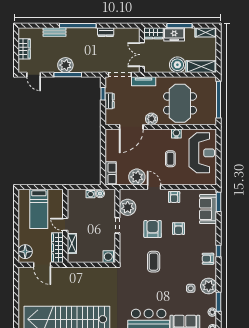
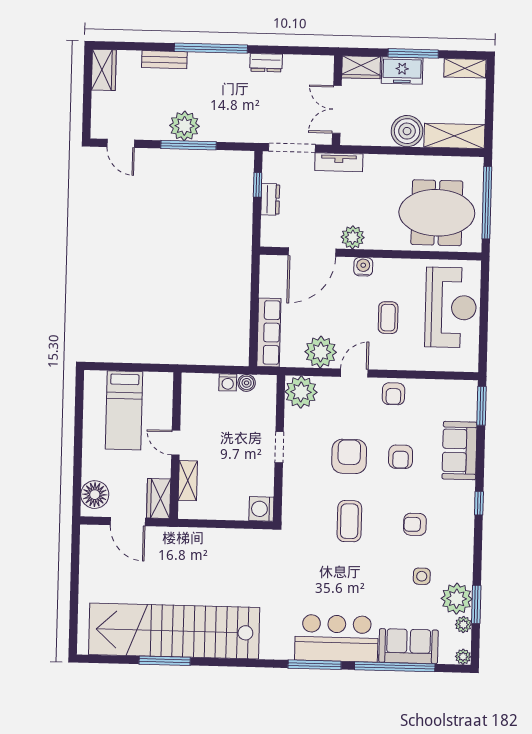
wardrobe: (24, 49) -> (104, 70), moved
meeting table: (180, 103) -> (437, 213), moved, turned 90
water cooler: (176, 134) -> (363, 267), moved
row of seats: (111, 173) -> (269, 332), width x1.48
door: (154, 187) -> (354, 373), hinge flipped
plant: (128, 207) -> (301, 392), moved
sofa: (208, 209) -> (460, 451), moved
wardrobe: (57, 248) -> (159, 498), width x0.67
armchair: (208, 259) -> (415, 524), moved
plant: (209, 286) -> (457, 599), moved

